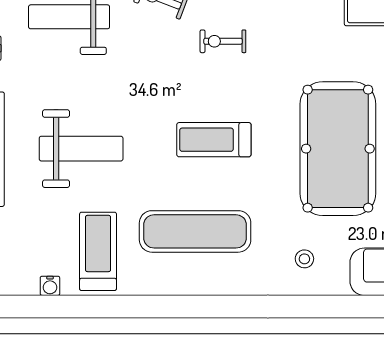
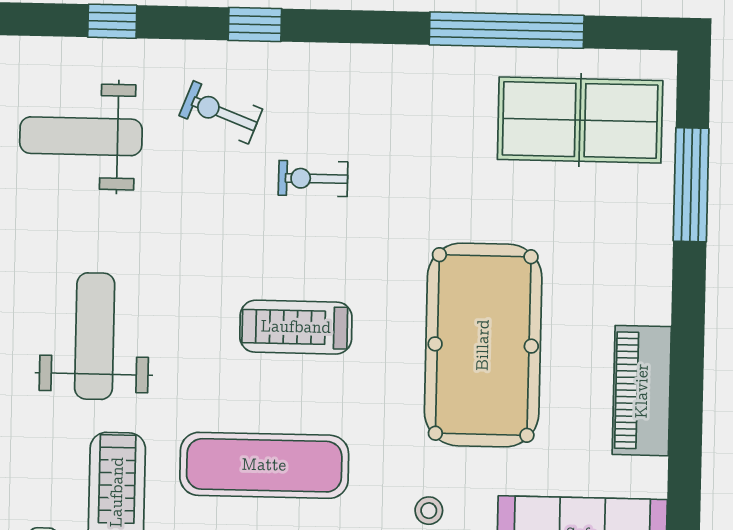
weight bench: (81, 149) -> (95, 336), turned -90

